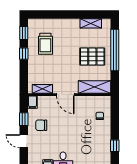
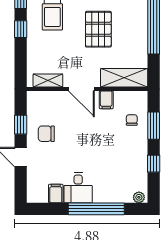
pallet: (92, 56) -> (98, 29), moved, turned 90
filing cabinet: (32, 102) -> (106, 100), moved
window: (115, 120) -> (154, 126), added

